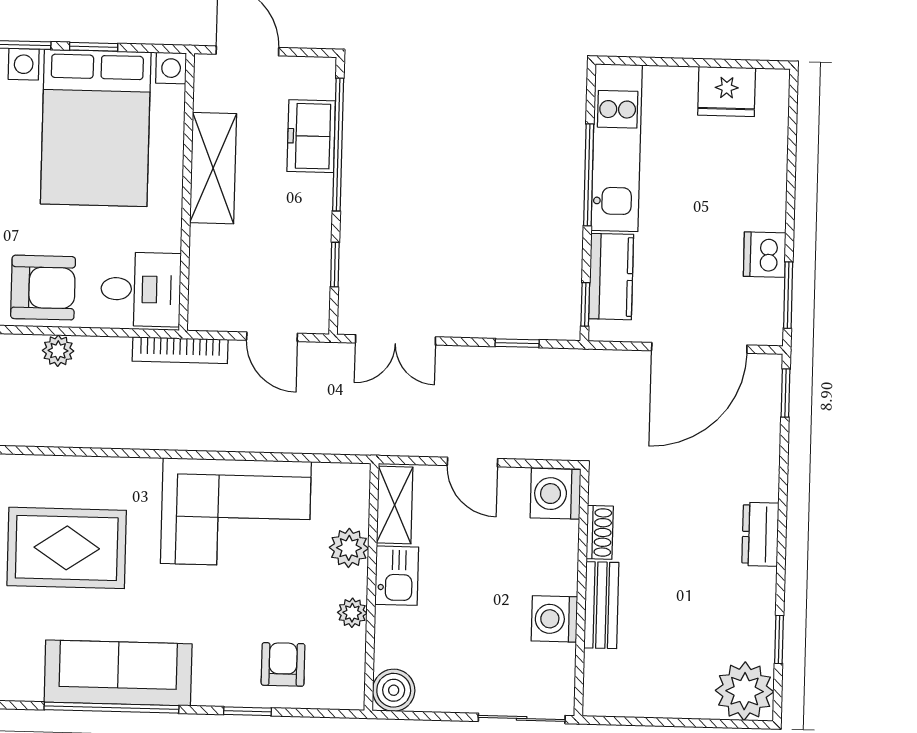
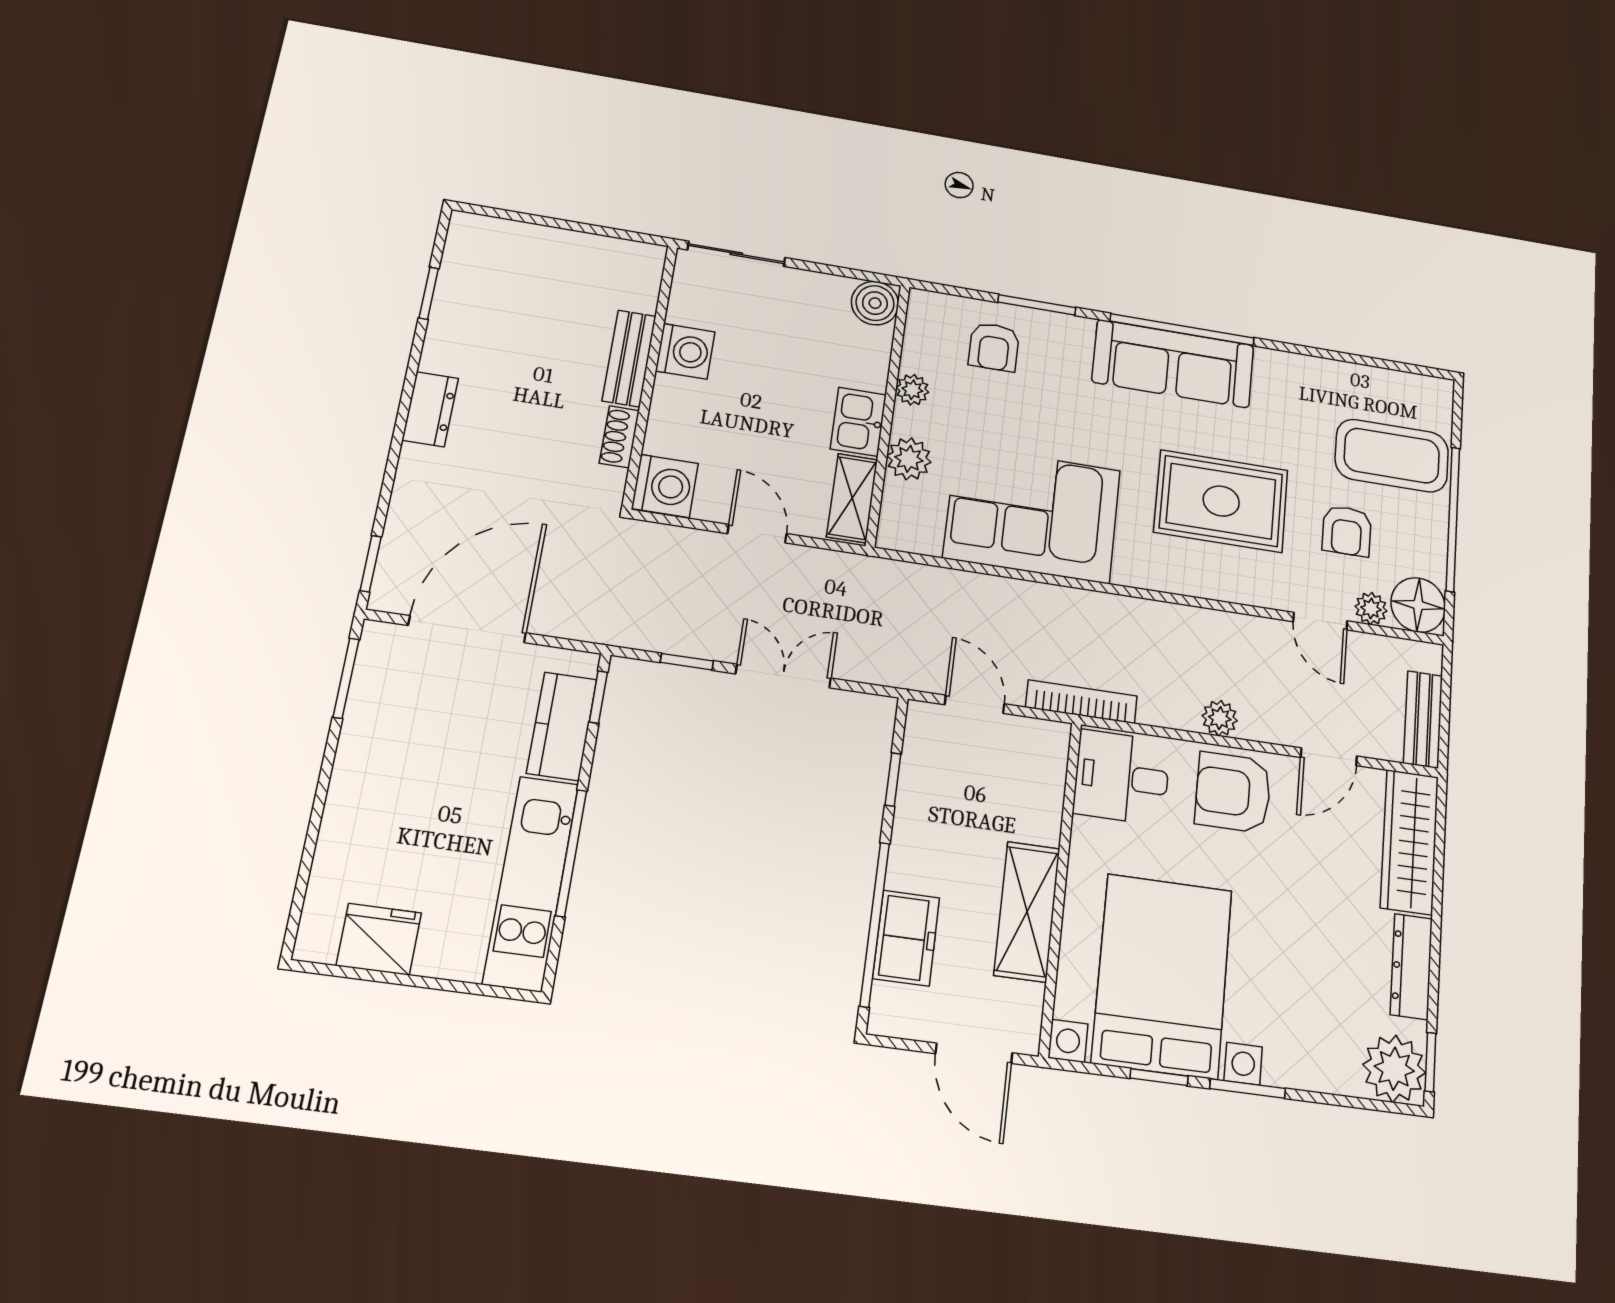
dishwasher: (765, 255) -> (367, 730), removed
double door: (395, 340) -> (783, 676), moved
plant: (745, 691) -> (479, 245), removed
window: (247, 711) -> (1037, 305), width x1.50

